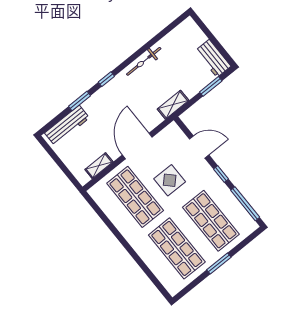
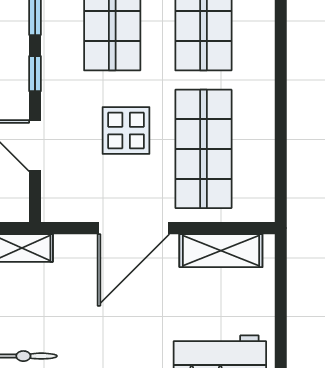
shelving: (99, 166) -> (221, 251), width x1.50, depth x1.33

